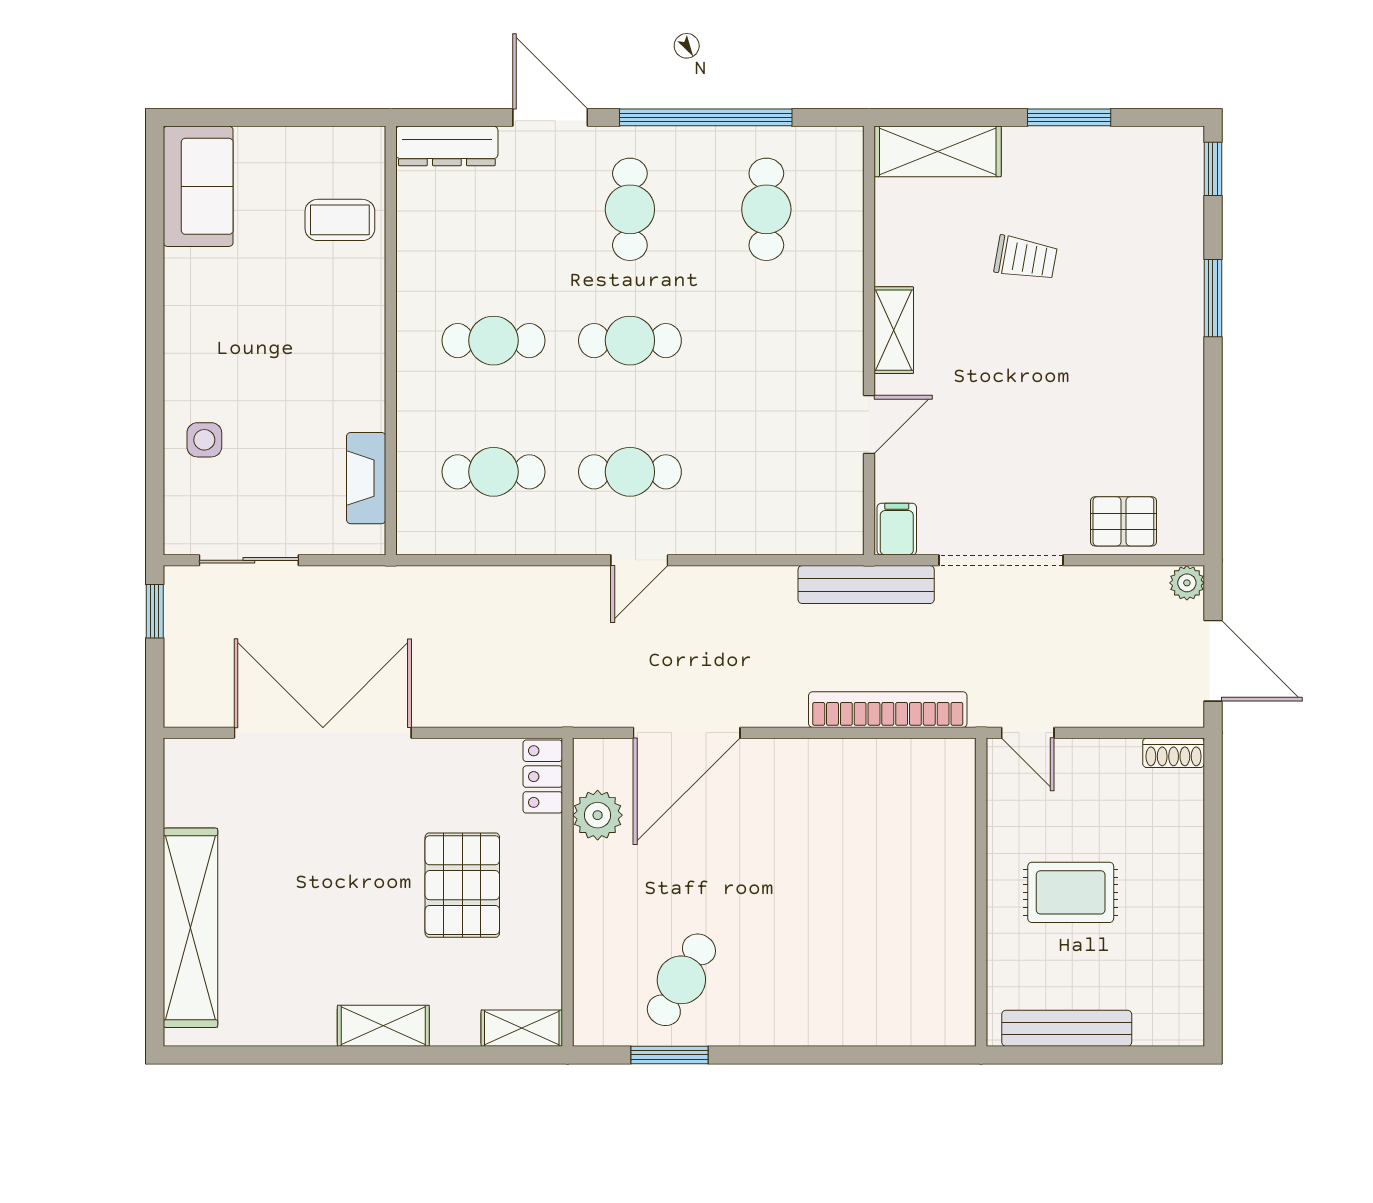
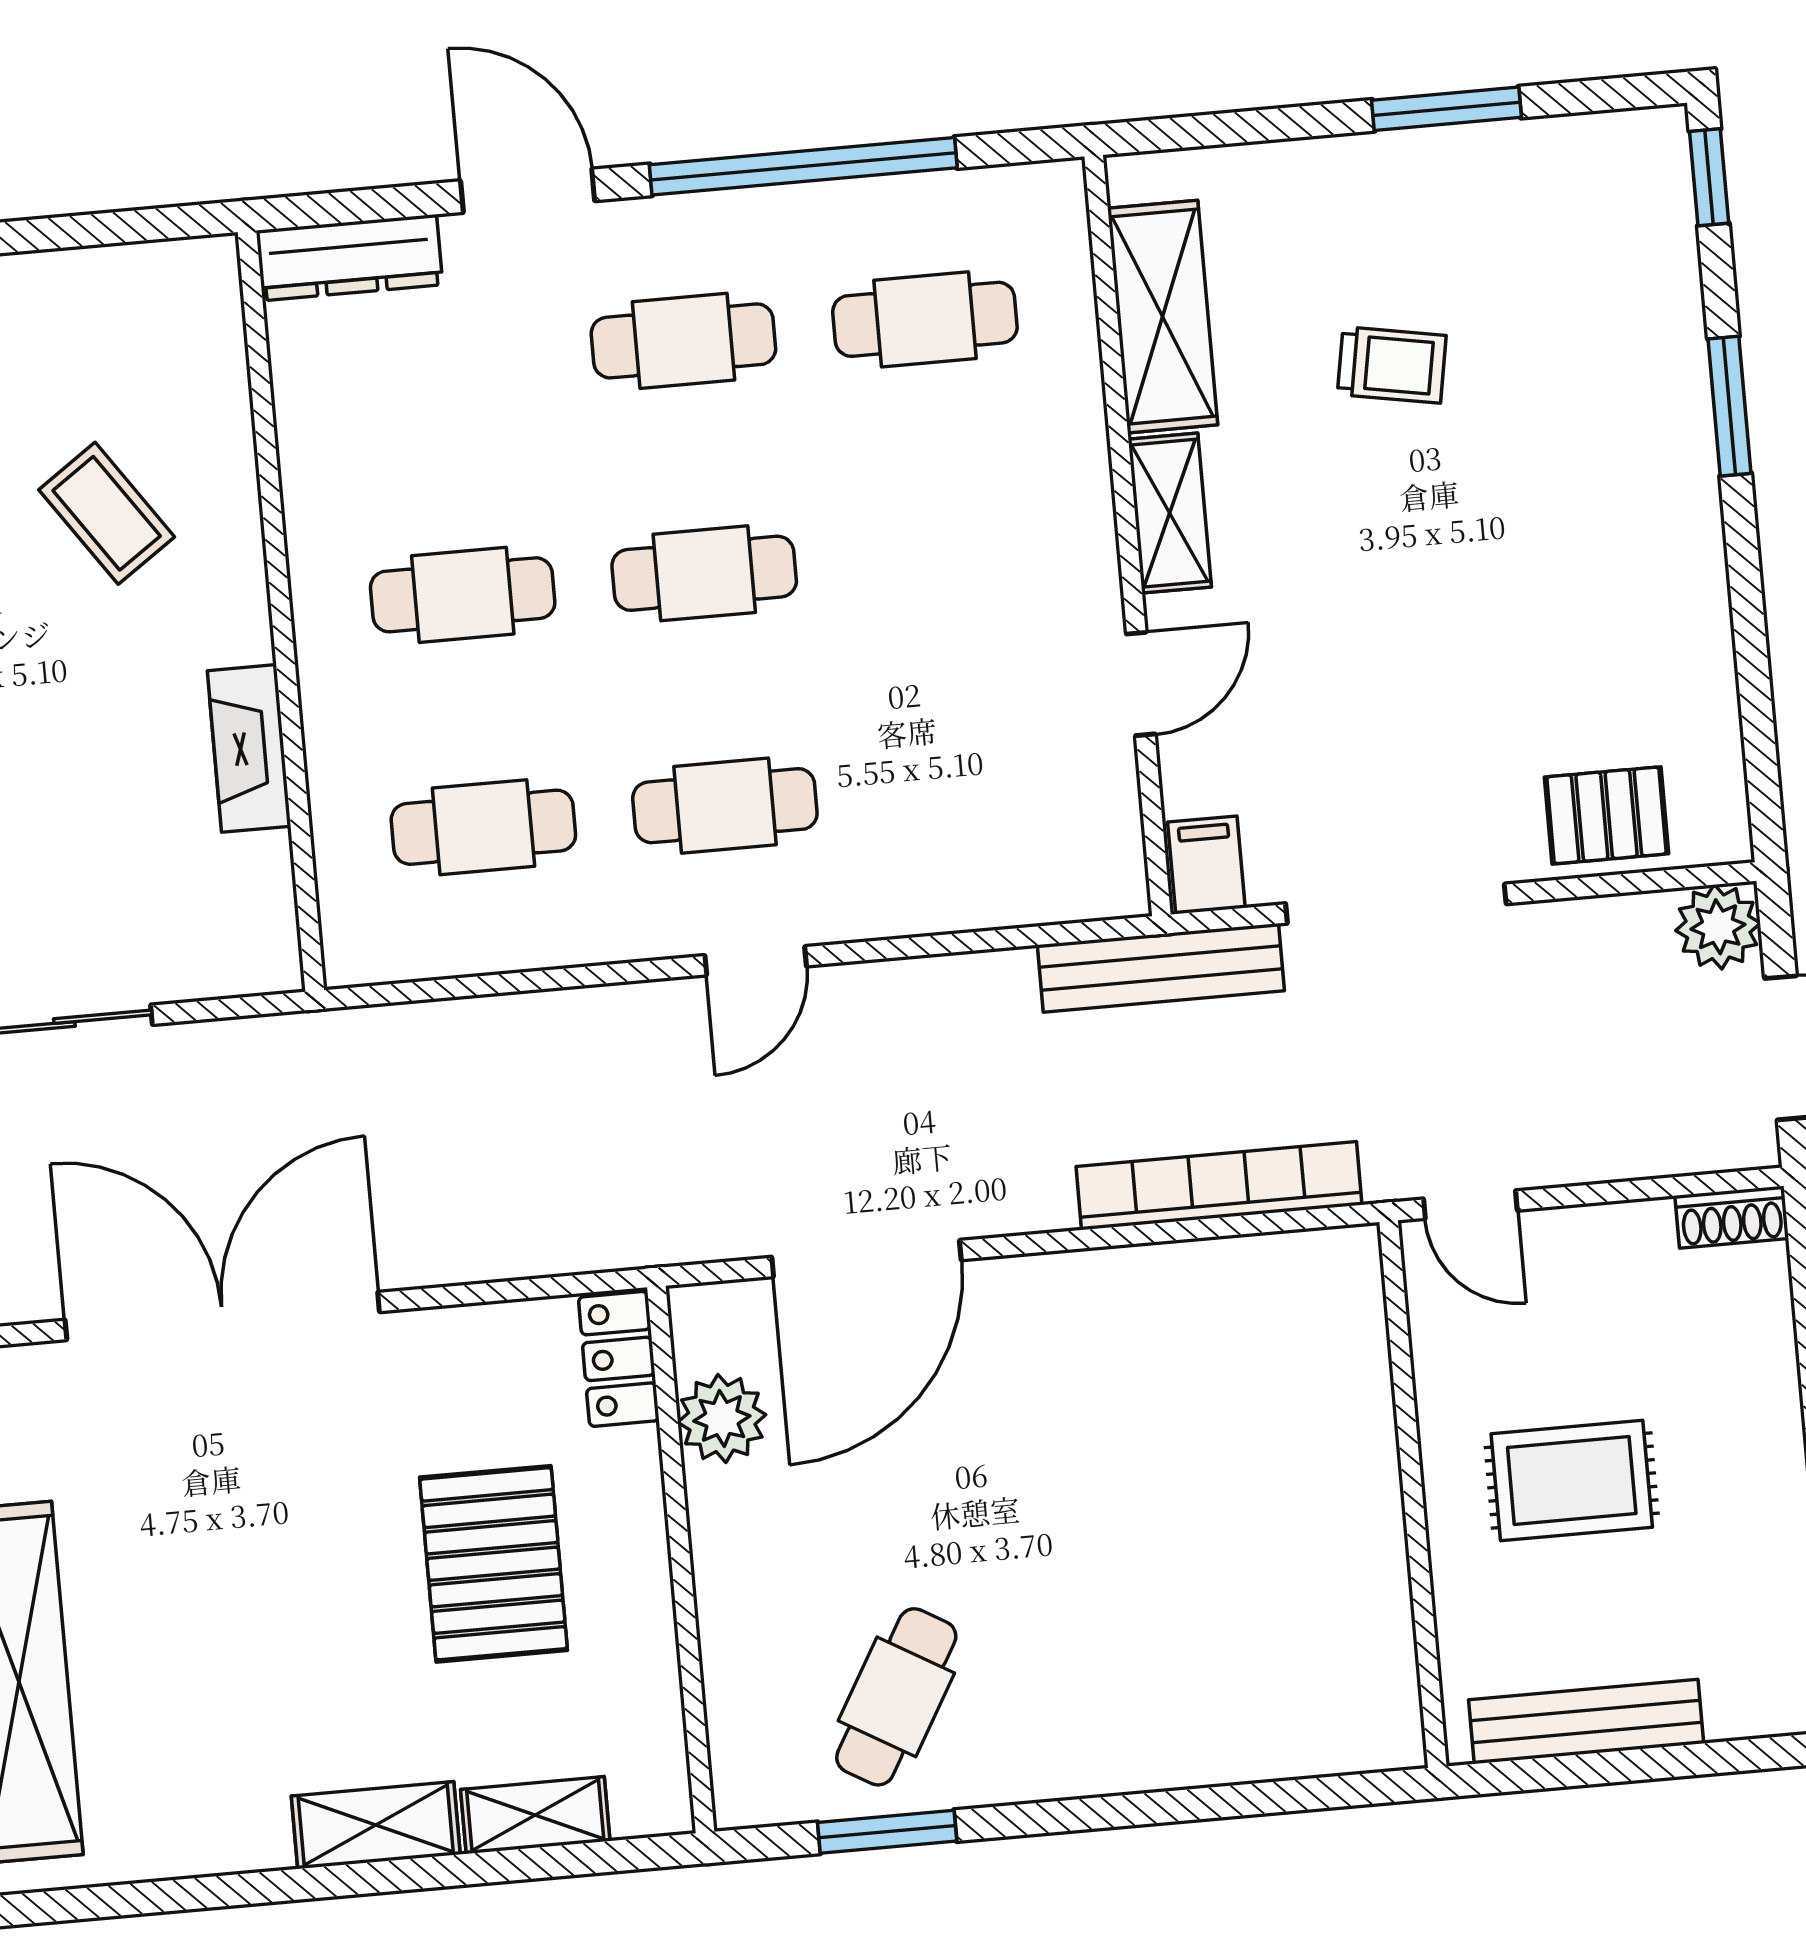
shelving: (938, 151) -> (1163, 317), moved, turned 90
cafe table: (630, 209) -> (683, 341), turned 90
cafe table: (766, 209) -> (925, 319), turned 90
coffee table: (340, 220) -> (107, 513), moved, turned 55
fireplace: (366, 478) -> (249, 748), moved
plant: (1187, 583) -> (1718, 927), width x1.38, depth x1.38
shelving: (522, 1028) -> (535, 1815), moved

